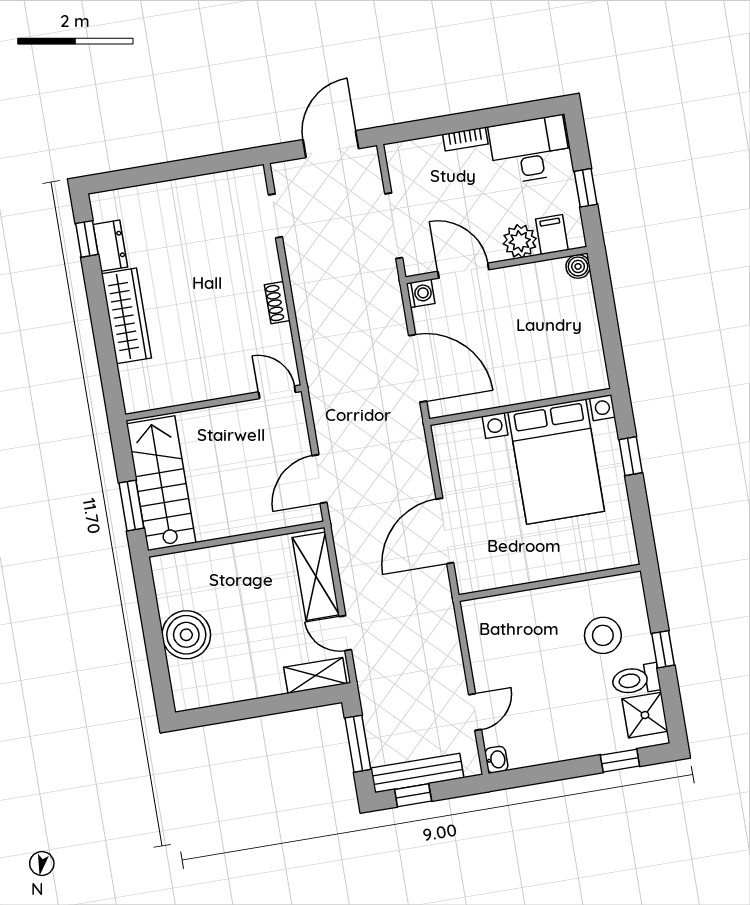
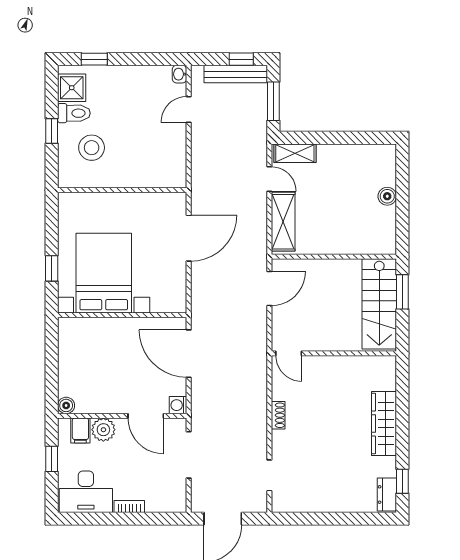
dresser: (110, 246) -> (387, 494), moved
boiler: (186, 635) -> (387, 196), width x0.54, depth x0.54

